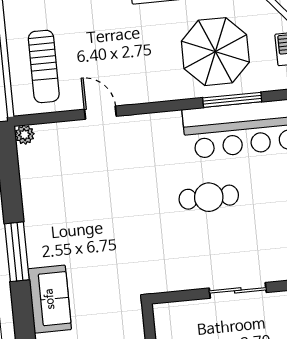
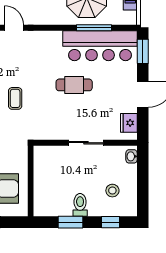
coffee table: (114, 229) -> (15, 98), added

